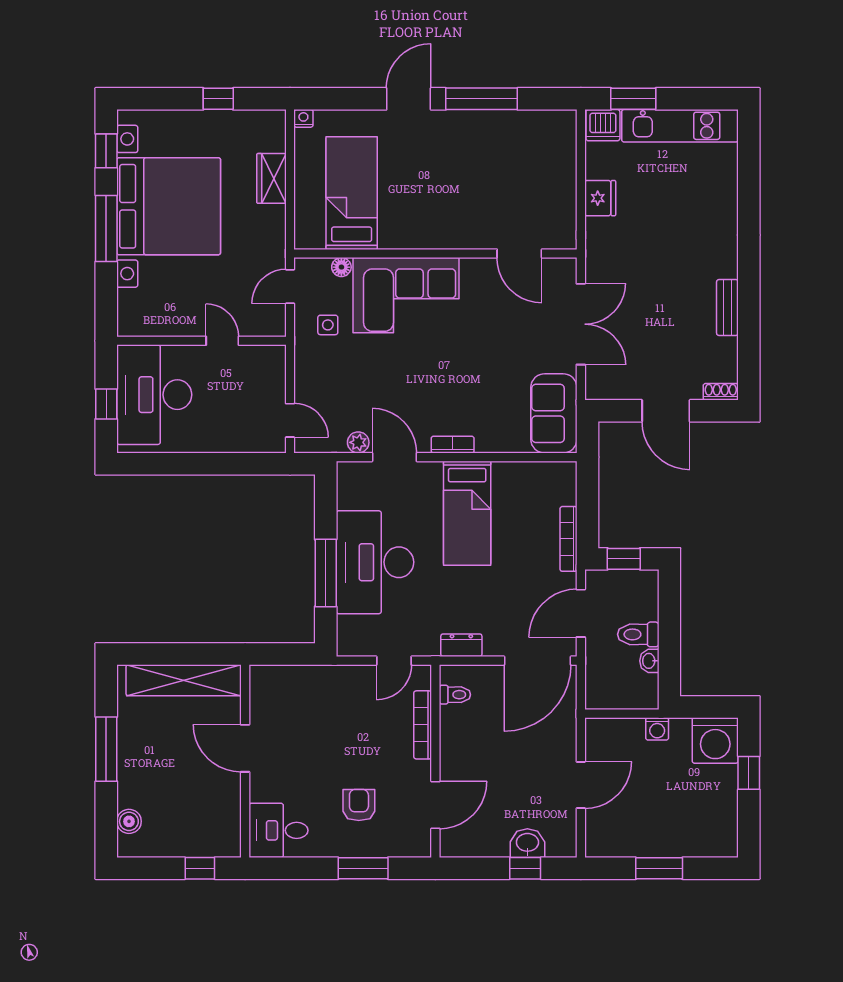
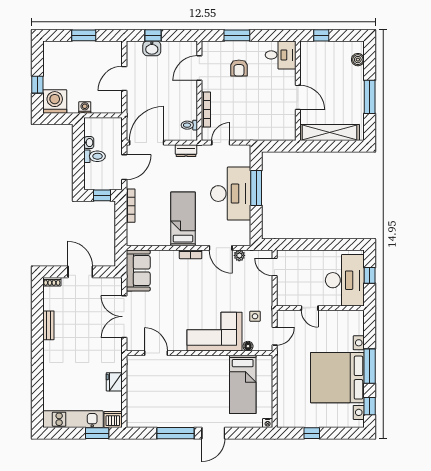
wardrobe: (271, 178) -> (284, 392), removed

